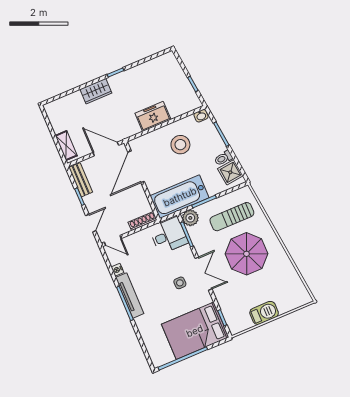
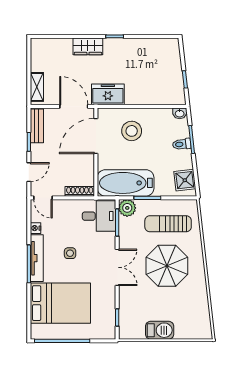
freezer: (153, 116) -> (108, 94), moved
stool: (180, 145) -> (132, 131), moved
toilet: (223, 158) -> (182, 144), moved
side table: (180, 283) -> (70, 253), moved
bed: (195, 331) -> (60, 303), moved, turned 180

